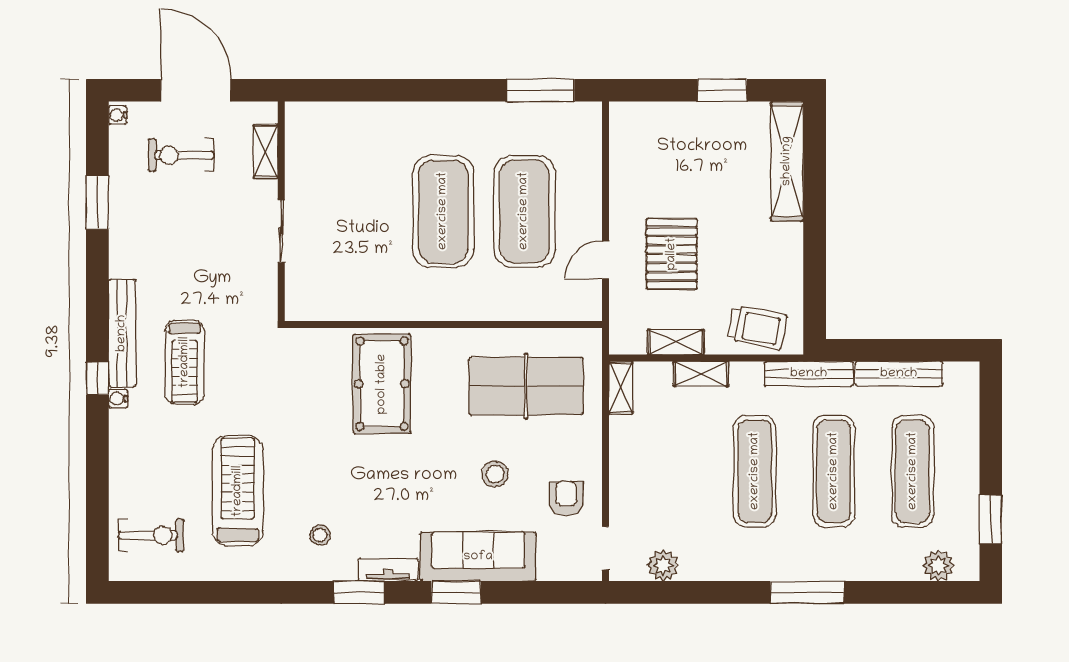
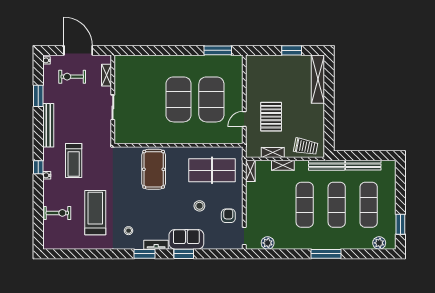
bench: (122, 333) -> (48, 125), moved
exercise bike: (151, 535) -> (57, 213), moved
sofa: (478, 557) -> (186, 239), width x0.73

